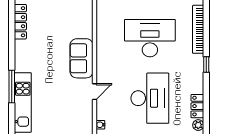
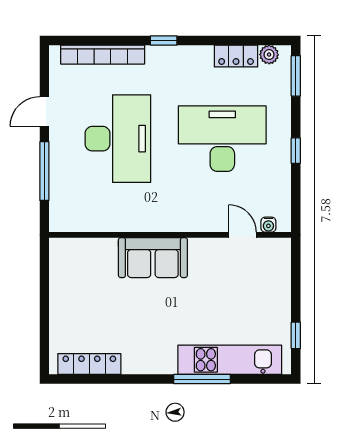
desk: (150, 38) -> (118, 139), turned 180
door: (94, 92) -> (242, 235), moved

